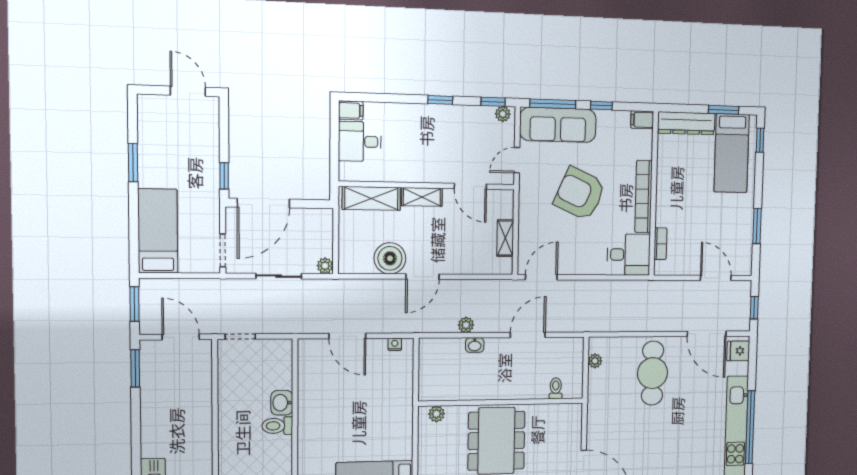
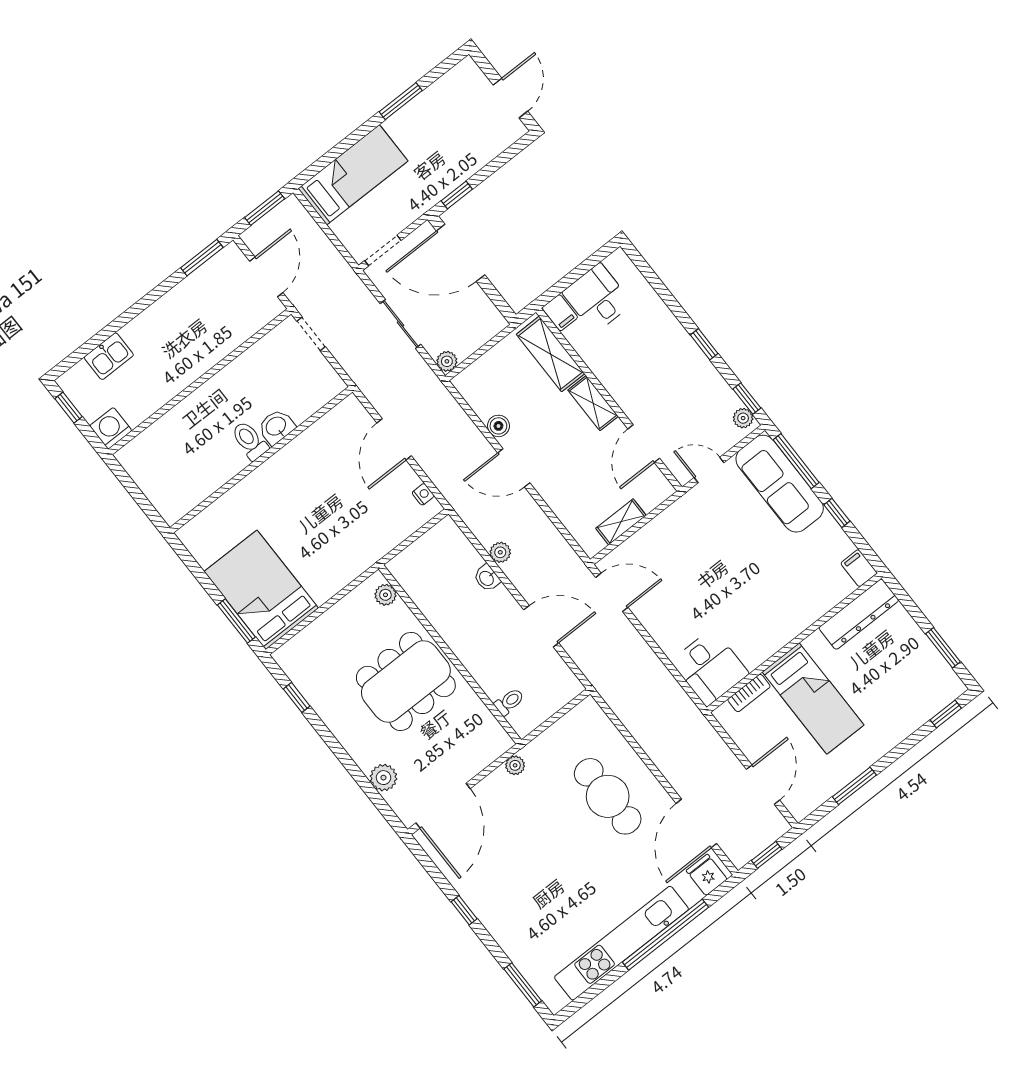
filing cabinet: (351, 111) -> (560, 313), moved
dresser: (686, 123) -> (859, 614), moved, turned -90
bed: (732, 153) -> (813, 699), moved, turned -90
armchair: (580, 194) -> (729, 563), removed
bookcase: (644, 197) -> (782, 634), removed
boiler: (390, 258) -> (498, 426), width x0.54, depth x0.54
plant: (595, 361) -> (515, 765), moved
cafe table: (653, 373) -> (608, 796), turned 90
window: (750, 427) -> (665, 935), moved

